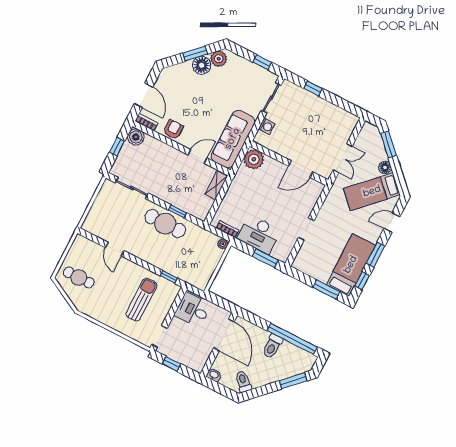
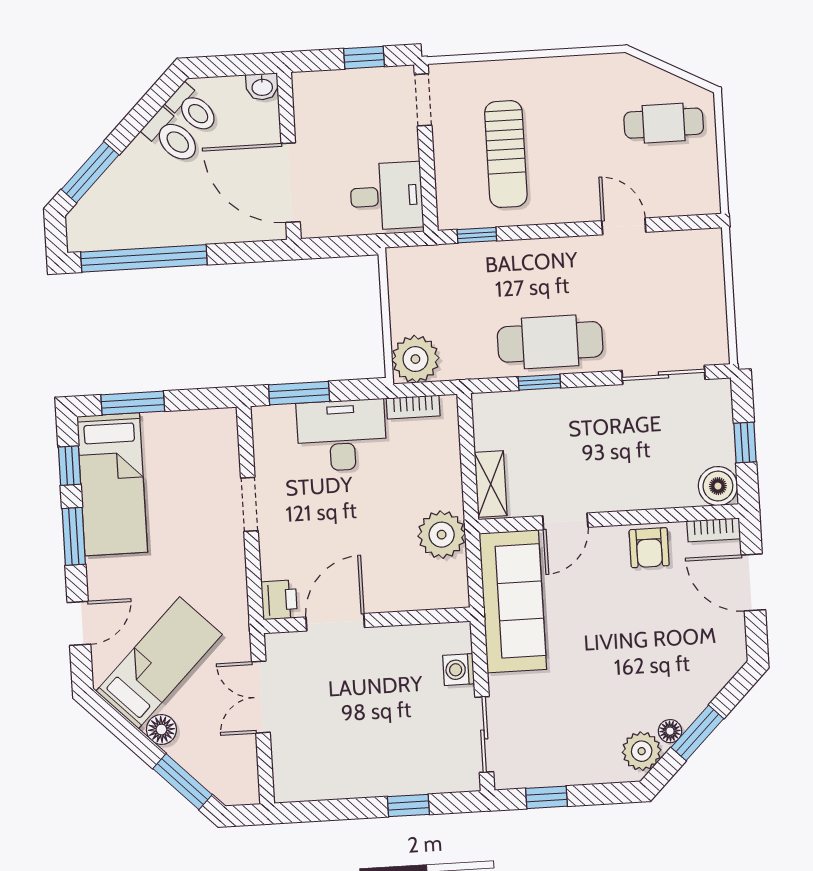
floor lamp: (202, 65) -> (670, 731), width x0.53, depth x0.53
plant: (254, 159) -> (442, 535), moved
printer: (316, 189) -> (279, 600), added
plant: (223, 244) -> (415, 359), width x1.87, depth x1.87
toilet: (272, 346) -> (172, 137), moved, turned 135

